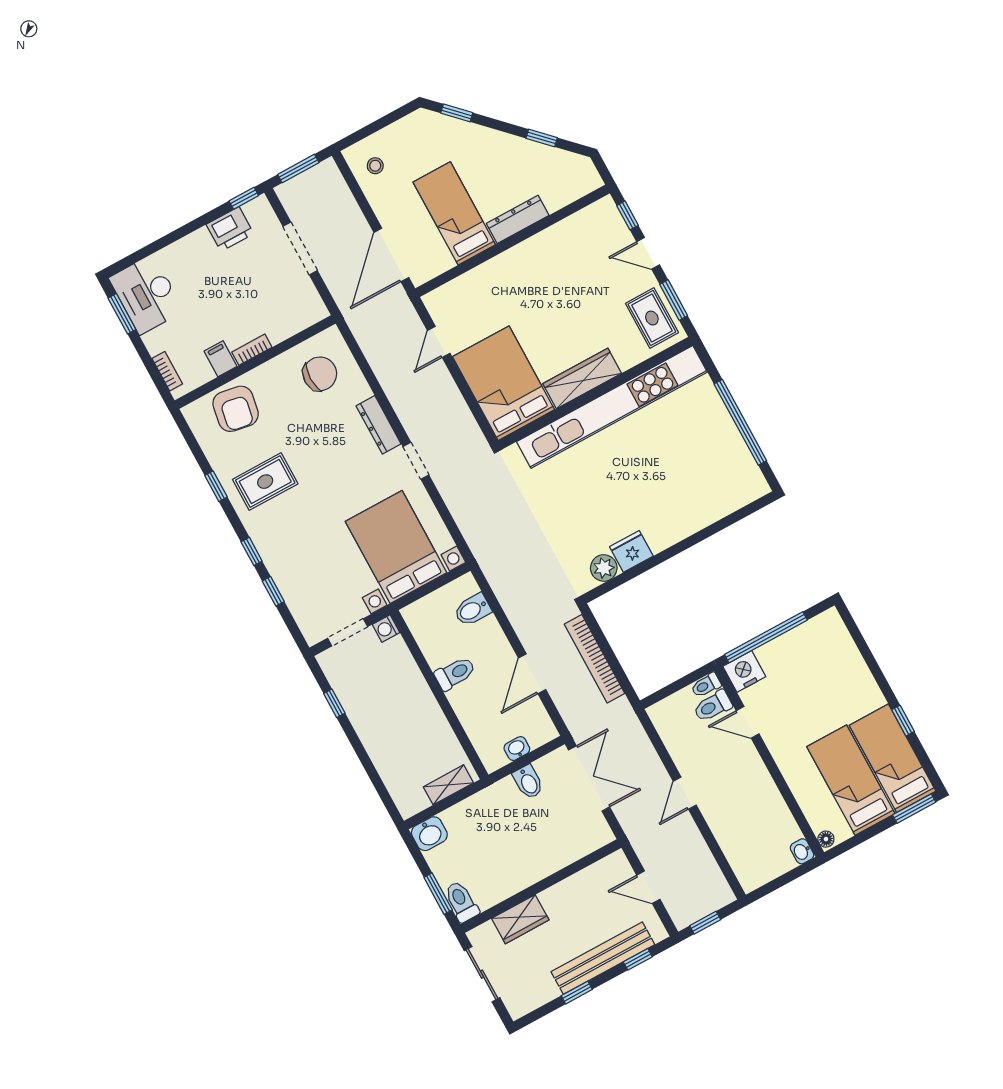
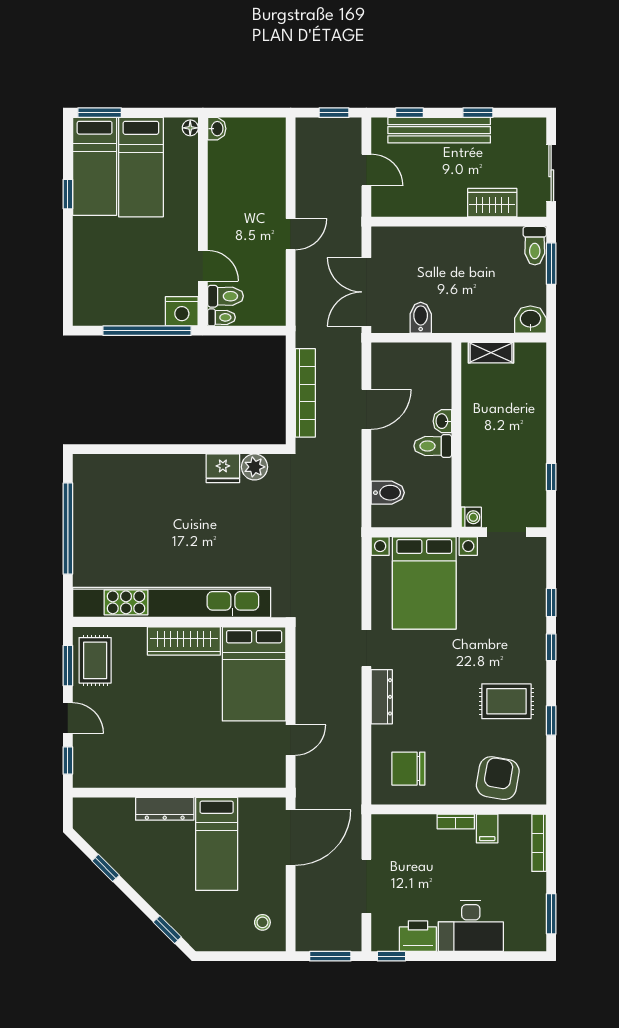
desk: (146, 294) -> (471, 926), moved, turned 90
bookcase: (167, 371) -> (539, 843), width x1.56
washbasin: (517, 749) -> (442, 421), moved, turned 90

